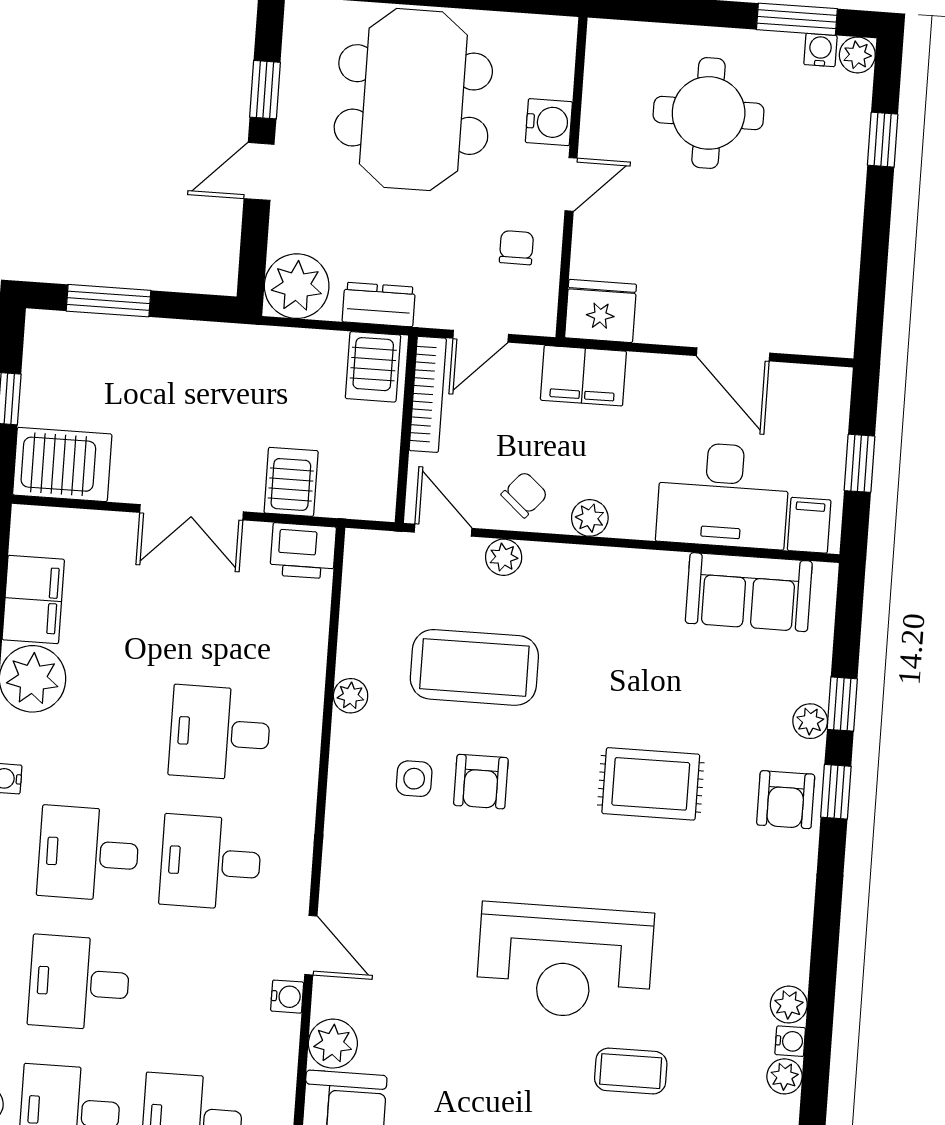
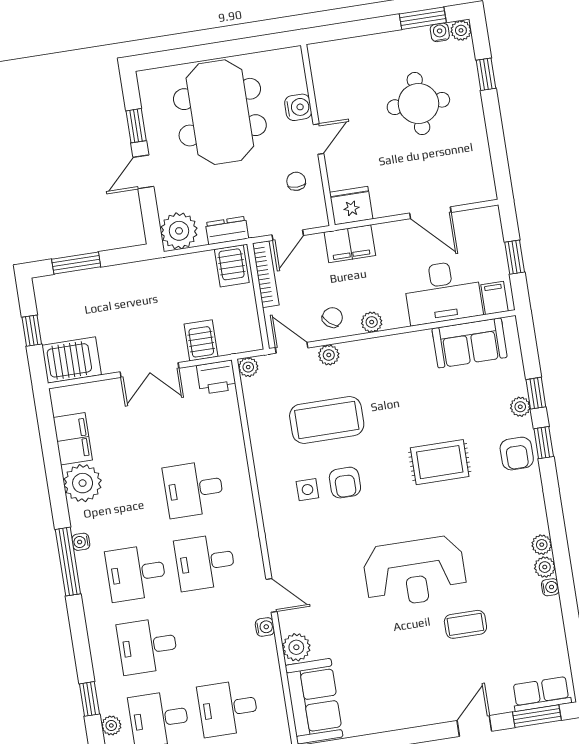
round table: (709, 113) -> (418, 103), moved
plant: (351, 696) -> (248, 367), moved
plant: (784, 1076) -> (542, 545), moved

